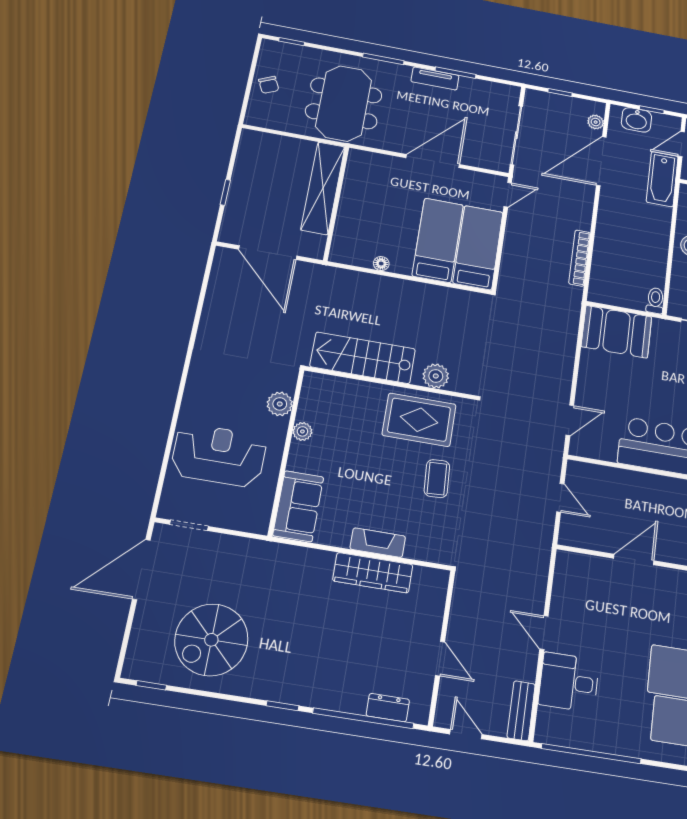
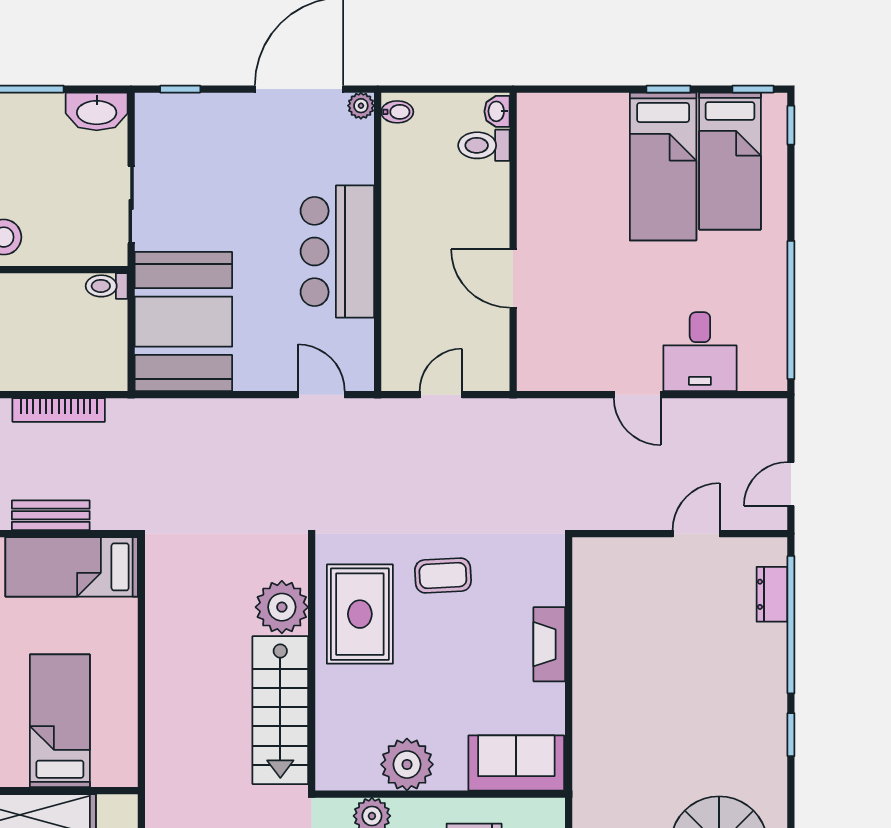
bed: (438, 240) -> (60, 721), moved, turned 90
floor lamp: (381, 264) -> (126, 708), removed
booth: (617, 332) -> (183, 322), width x1.36, depth x1.42
plant: (436, 376) -> (282, 607), width x1.36, depth x1.36
plant: (302, 431) -> (407, 764), width x1.87, depth x1.87
wardrobe: (373, 573) -> (593, 644), removed
door: (544, 633) -> (637, 395), hinge flipped
bench: (521, 711) -> (51, 515), moved

